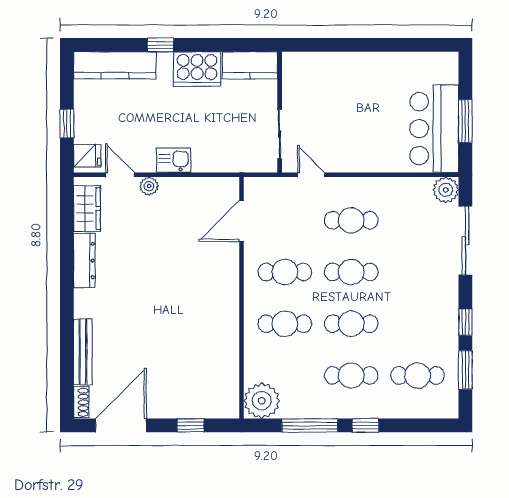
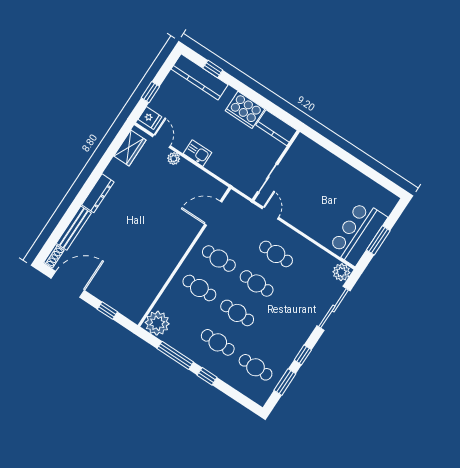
window: (161, 45) -> (213, 69), moved
dresser: (84, 261) -> (98, 193), moved

